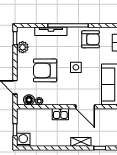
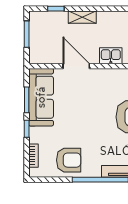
armchair: (91, 39) -> (69, 160), turned 180
side table: (76, 67) -> (89, 121), removed

